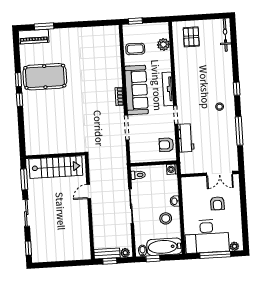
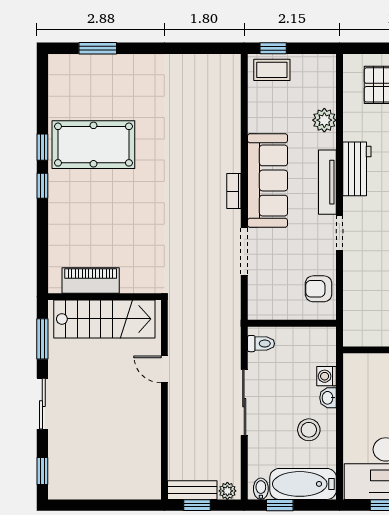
piano: (34, 37) -> (91, 281), moved, turned 180
plant: (163, 45) -> (324, 120), moved
coffee table: (135, 49) -> (272, 70), moved
workbench: (186, 138) -> (357, 169), moved
washing machine: (172, 169) -> (327, 376), moved
door: (89, 191) -> (164, 369), hinge flipped

